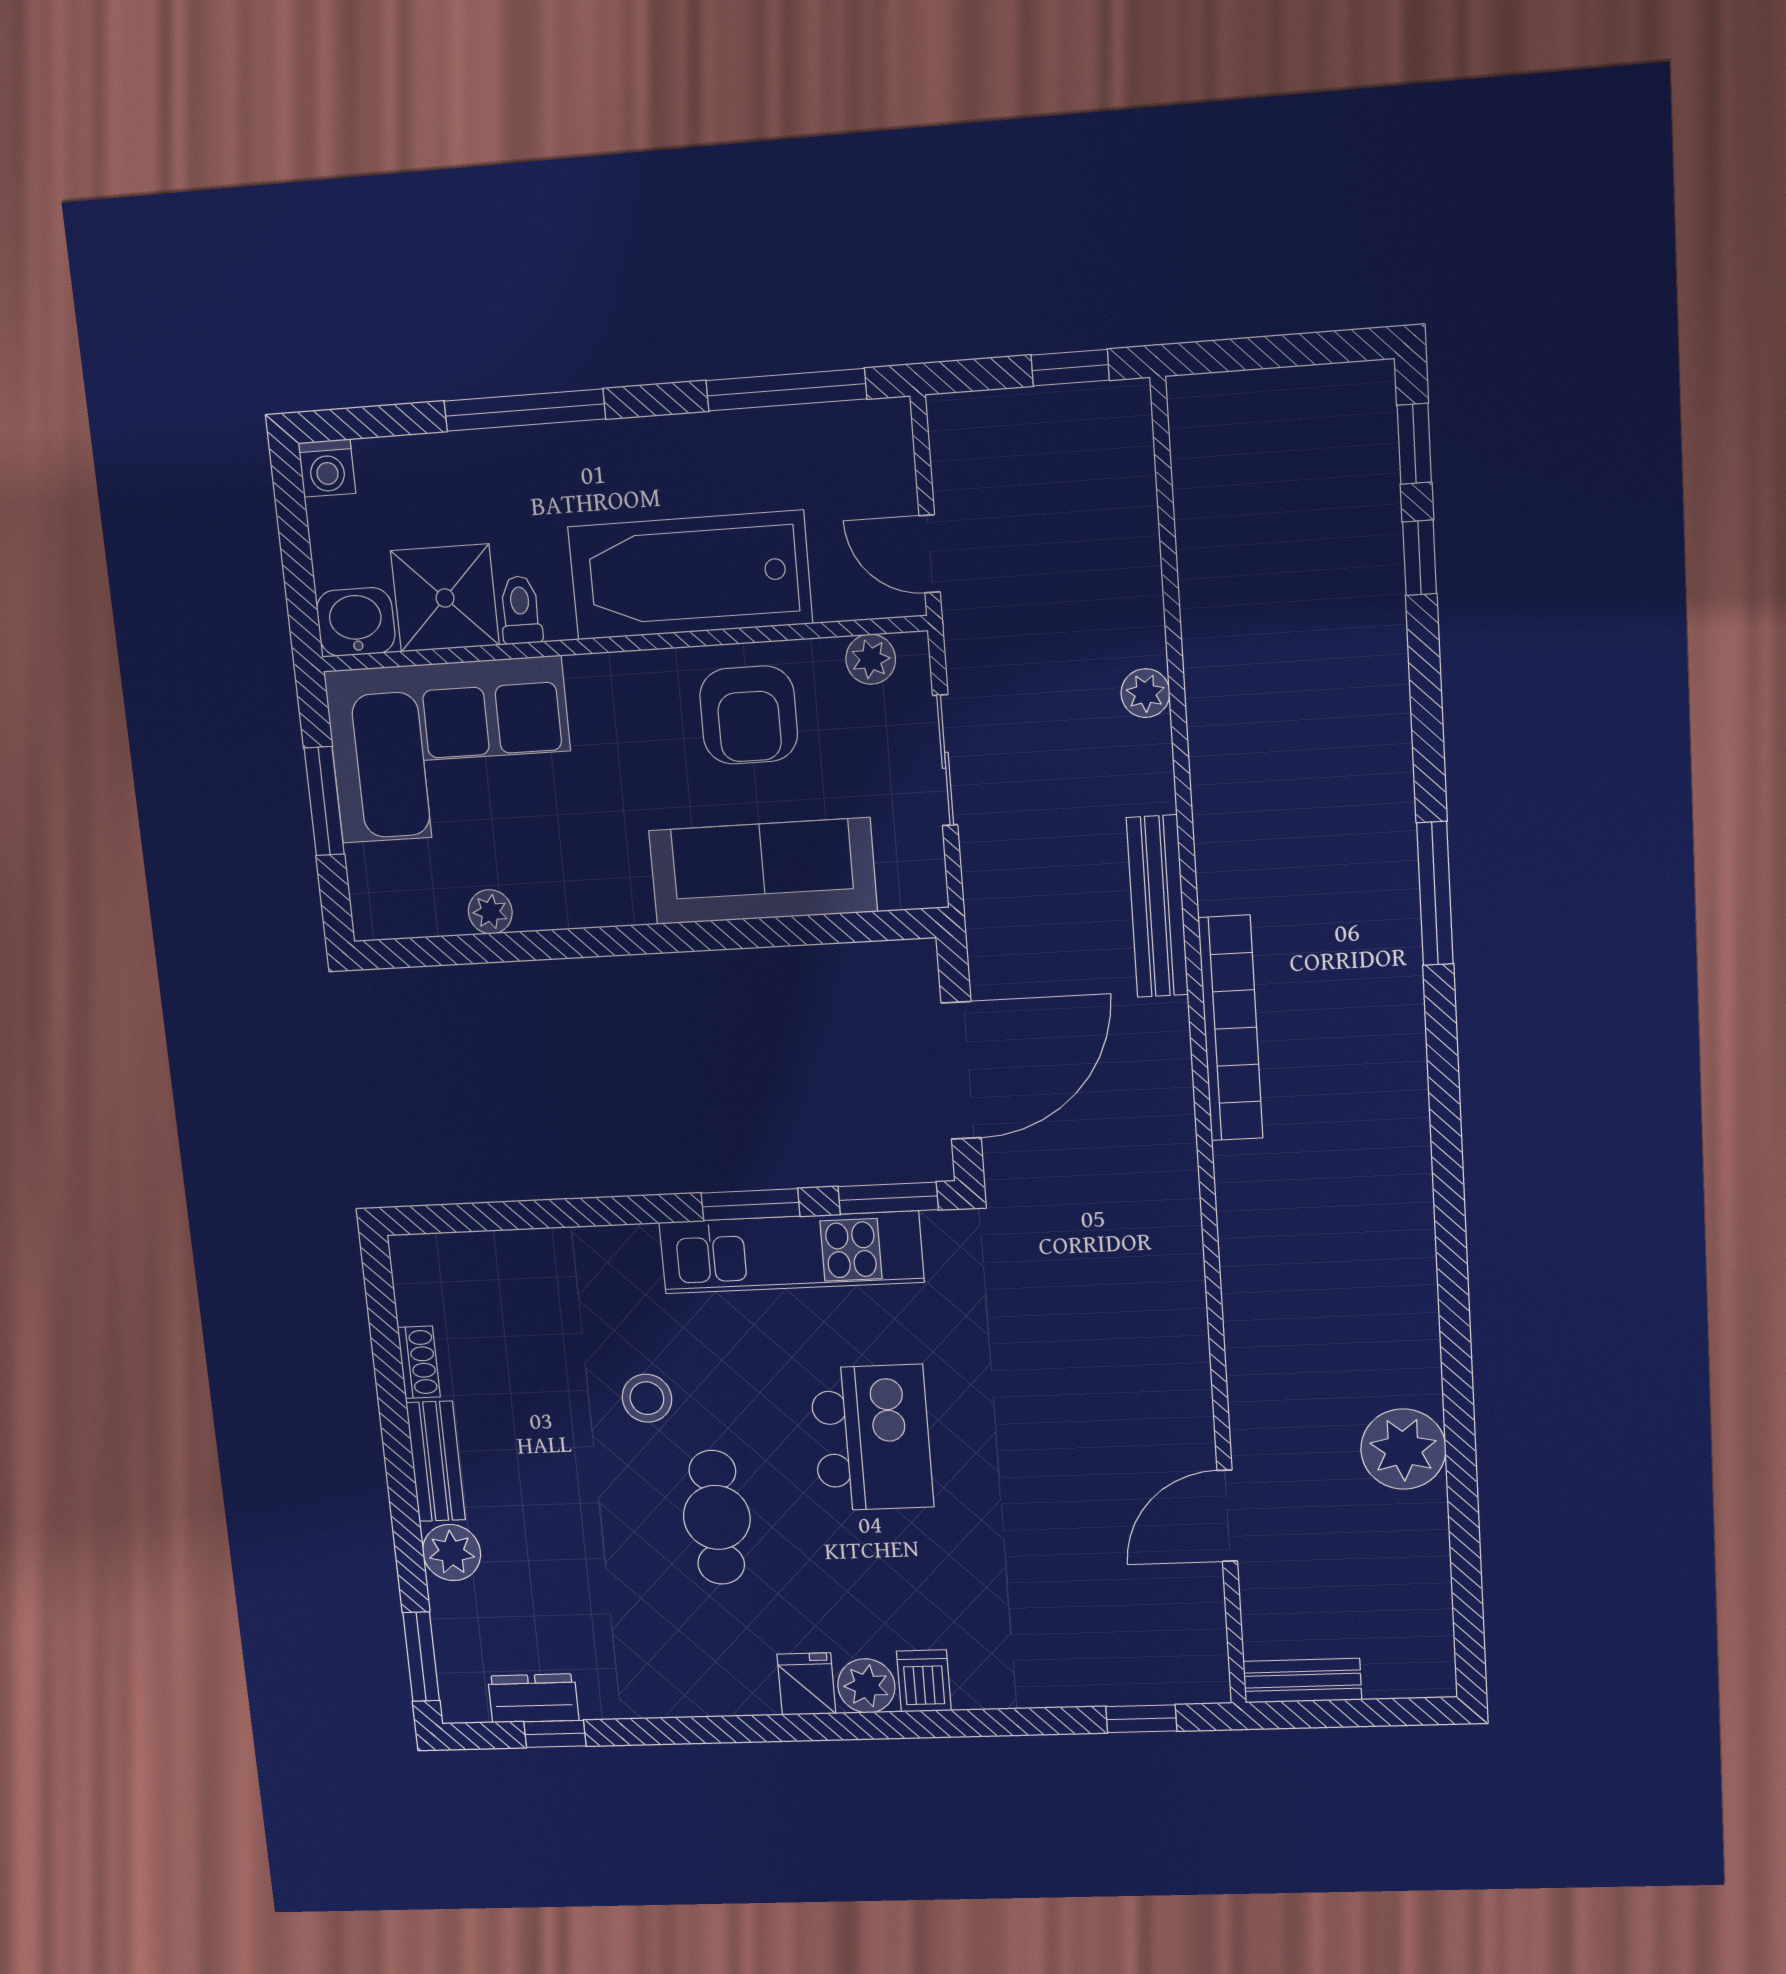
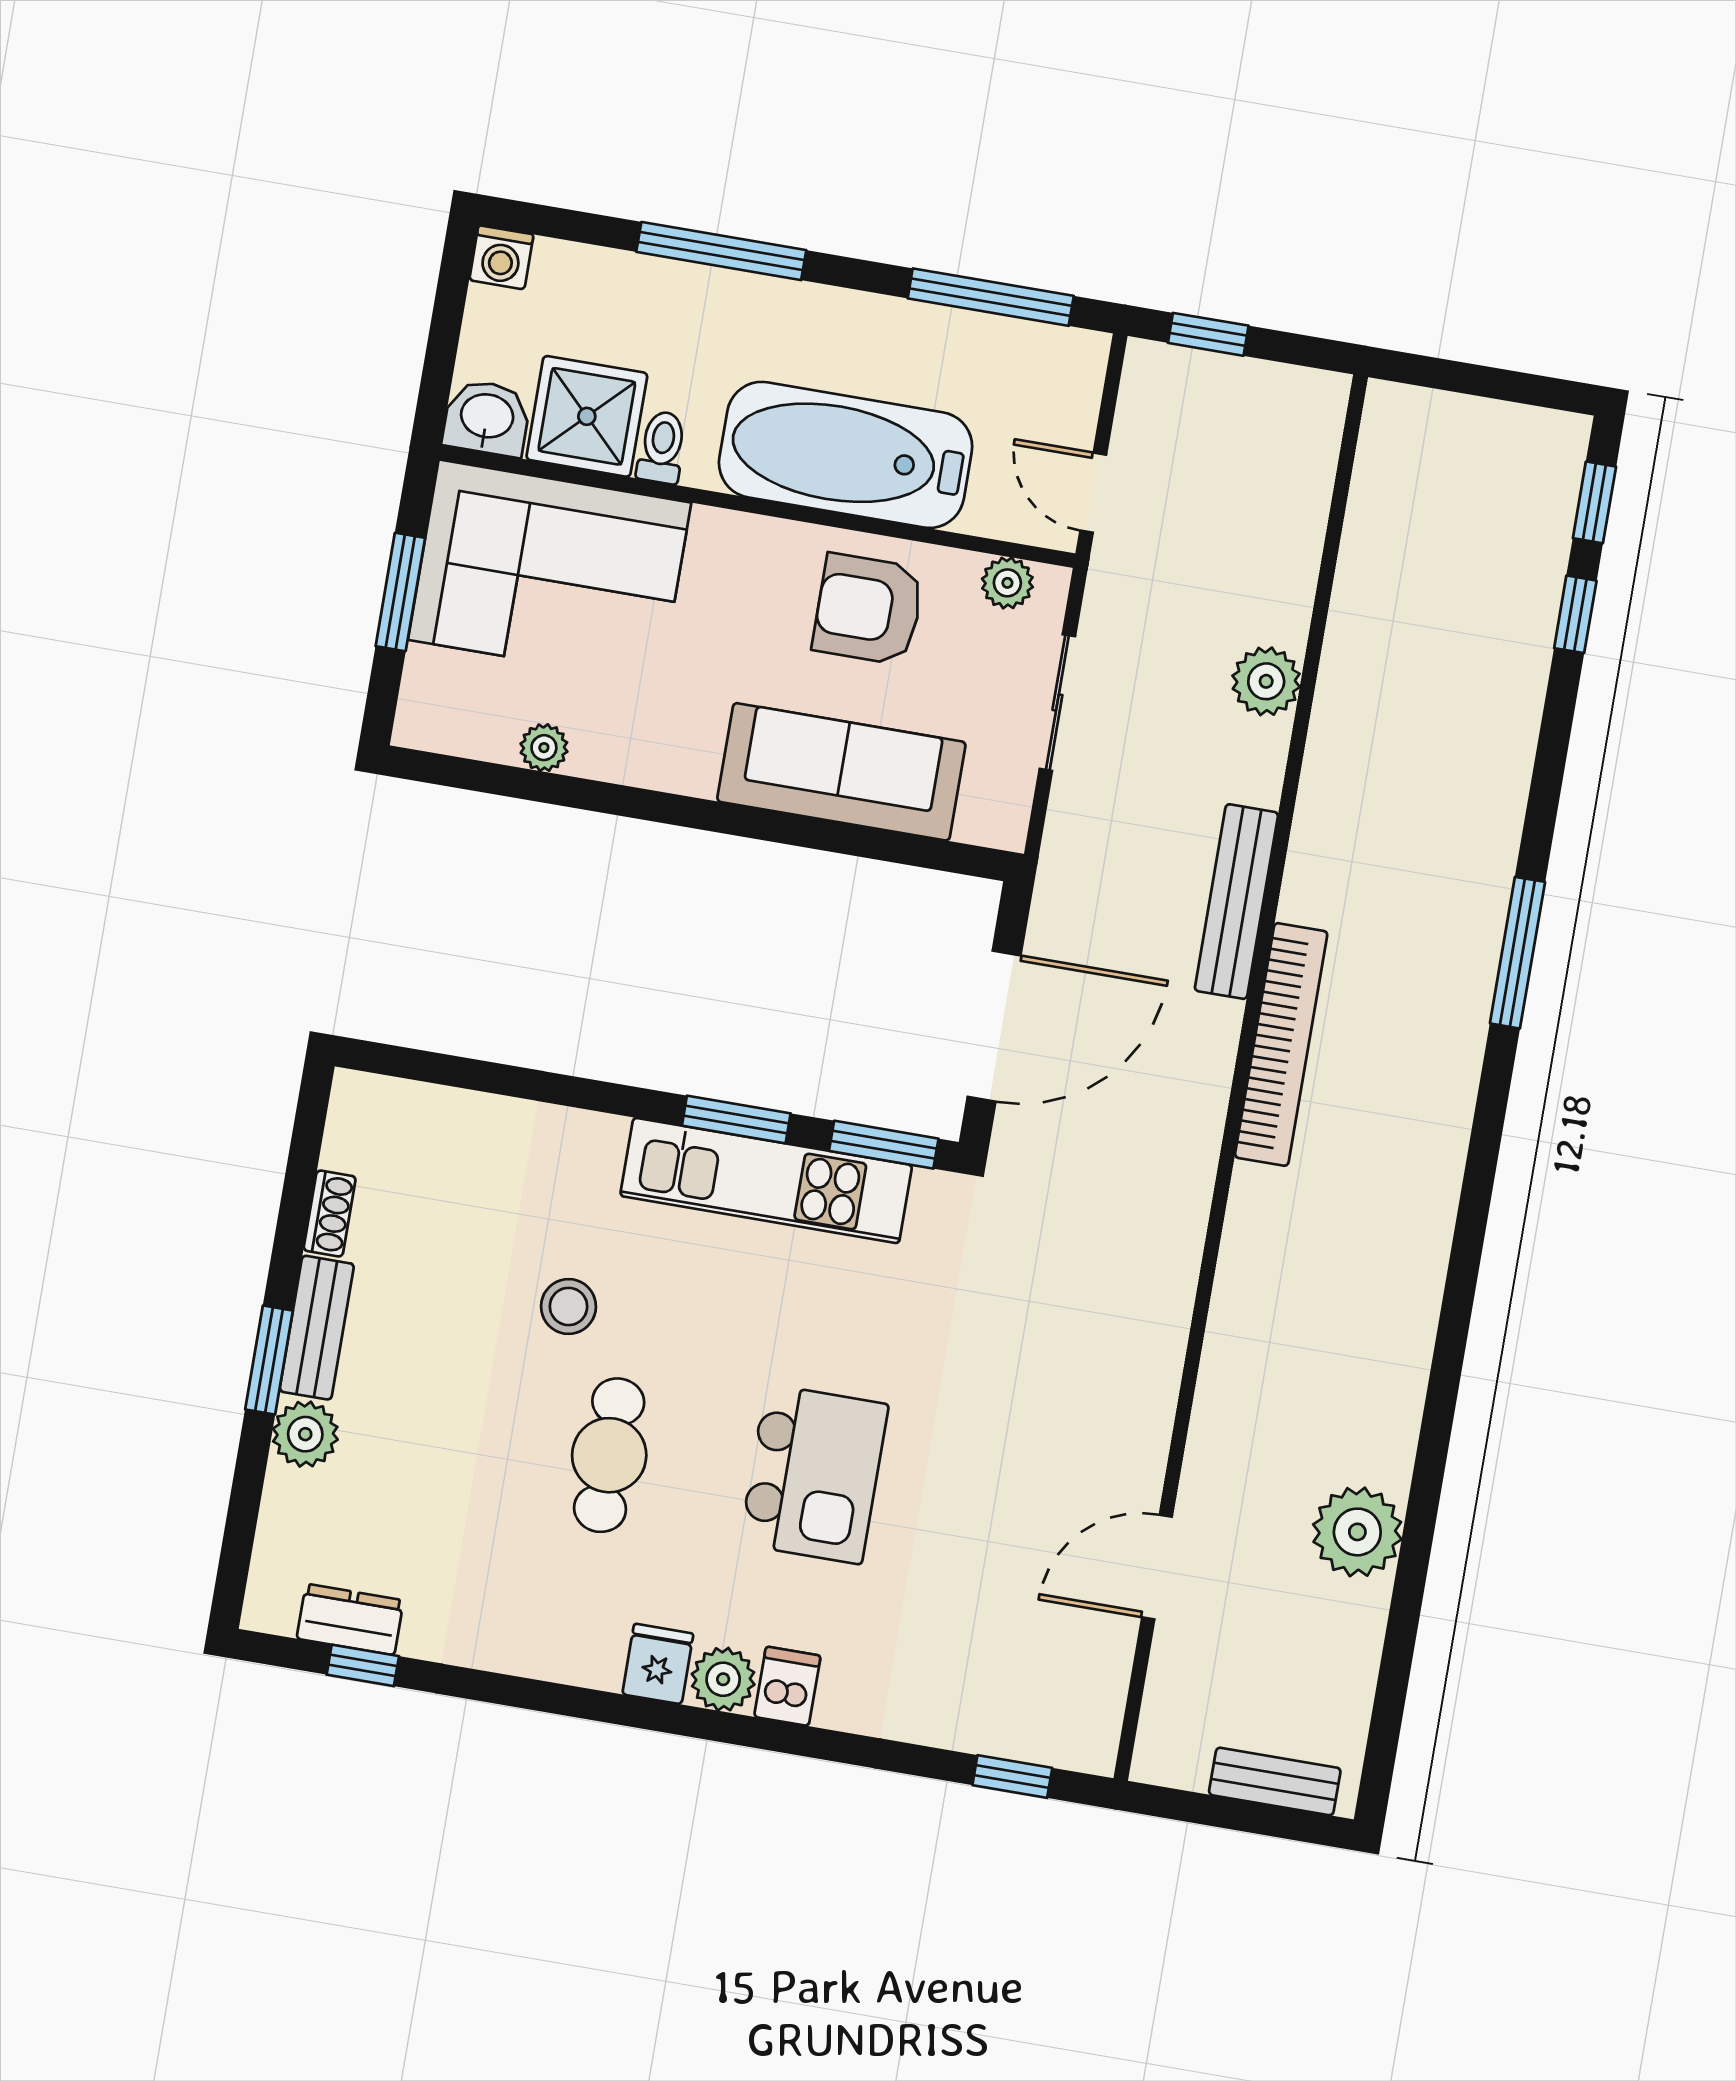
window: (1070, 368) -> (1208, 334), moved
plant: (1145, 693) -> (1266, 681), width x1.38, depth x1.38
armchair: (749, 715) -> (868, 609), turned 90
kitchen island: (872, 1438) -> (814, 1474), moved
window: (421, 1657) -> (269, 1360), moved
bench: (1302, 1681) -> (1275, 1781), moved

